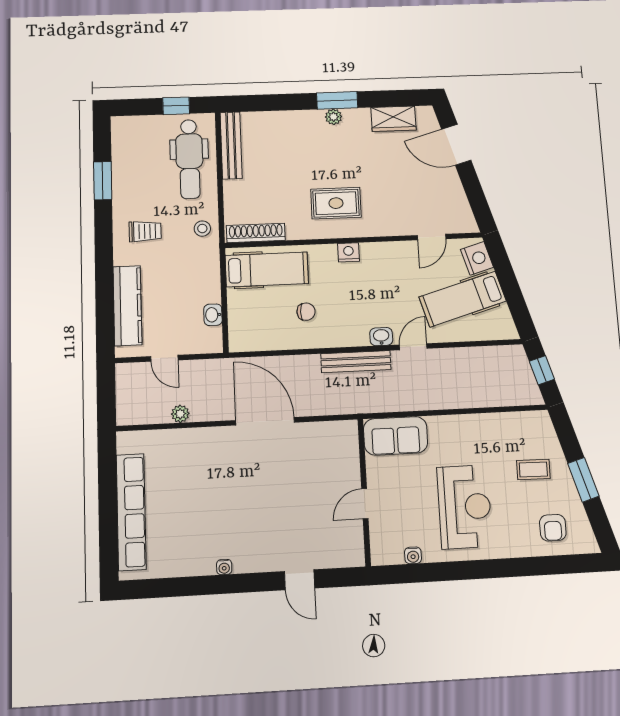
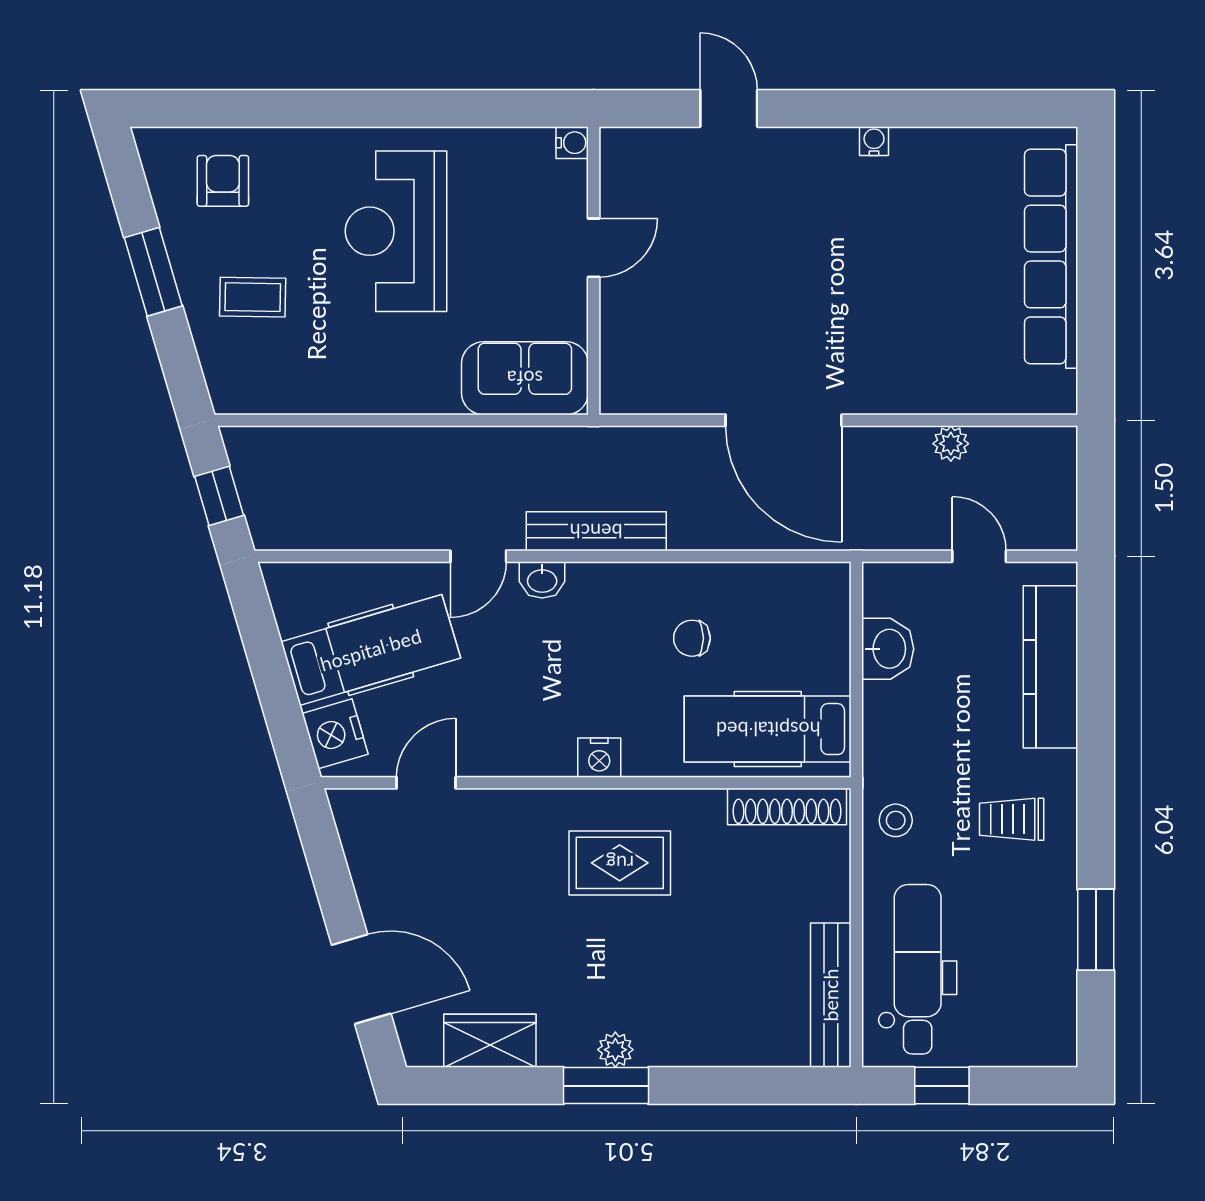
washbasin: (213, 315) -> (888, 649), width x1.38, depth x1.45
water cooler: (413, 555) -> (572, 143), moved, turned 90

